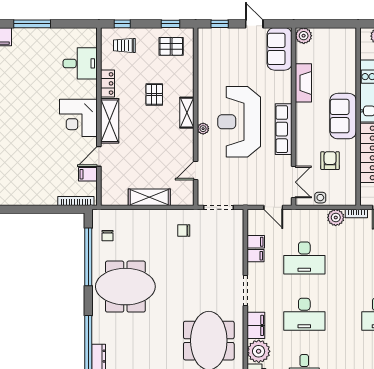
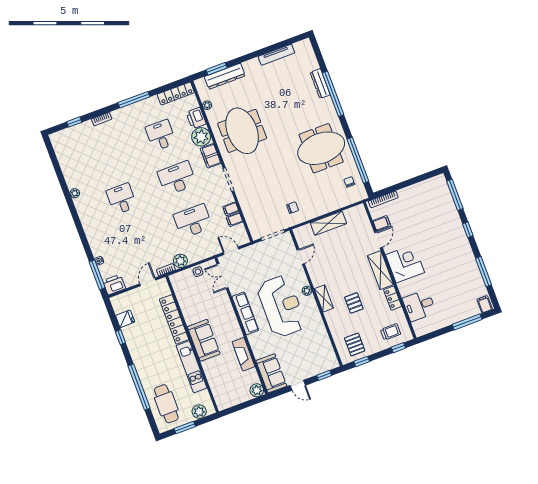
pallet: (171, 46) -> (355, 344), turned 90
armchair: (330, 161) -> (201, 303), removed

